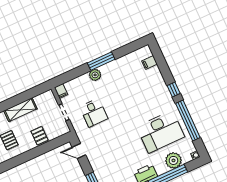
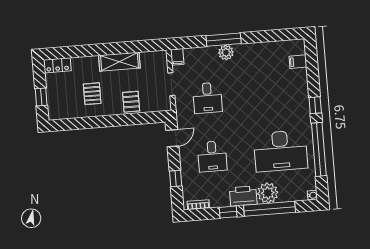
window: (101, 61) -> (224, 40), moved
door: (79, 151) -> (172, 138), swing flipped
desk: (113, 154) -> (212, 156), added
plant: (173, 160) -> (268, 193), moved

